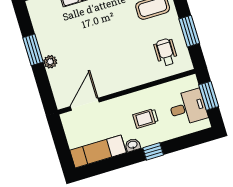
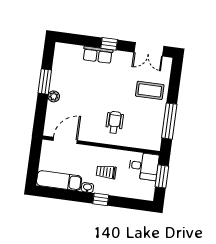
window: (189, 31) -> (169, 121), width x1.44
wheelchair: (166, 52) -> (115, 122), moved
desk: (188, 107) -> (144, 166), moved

